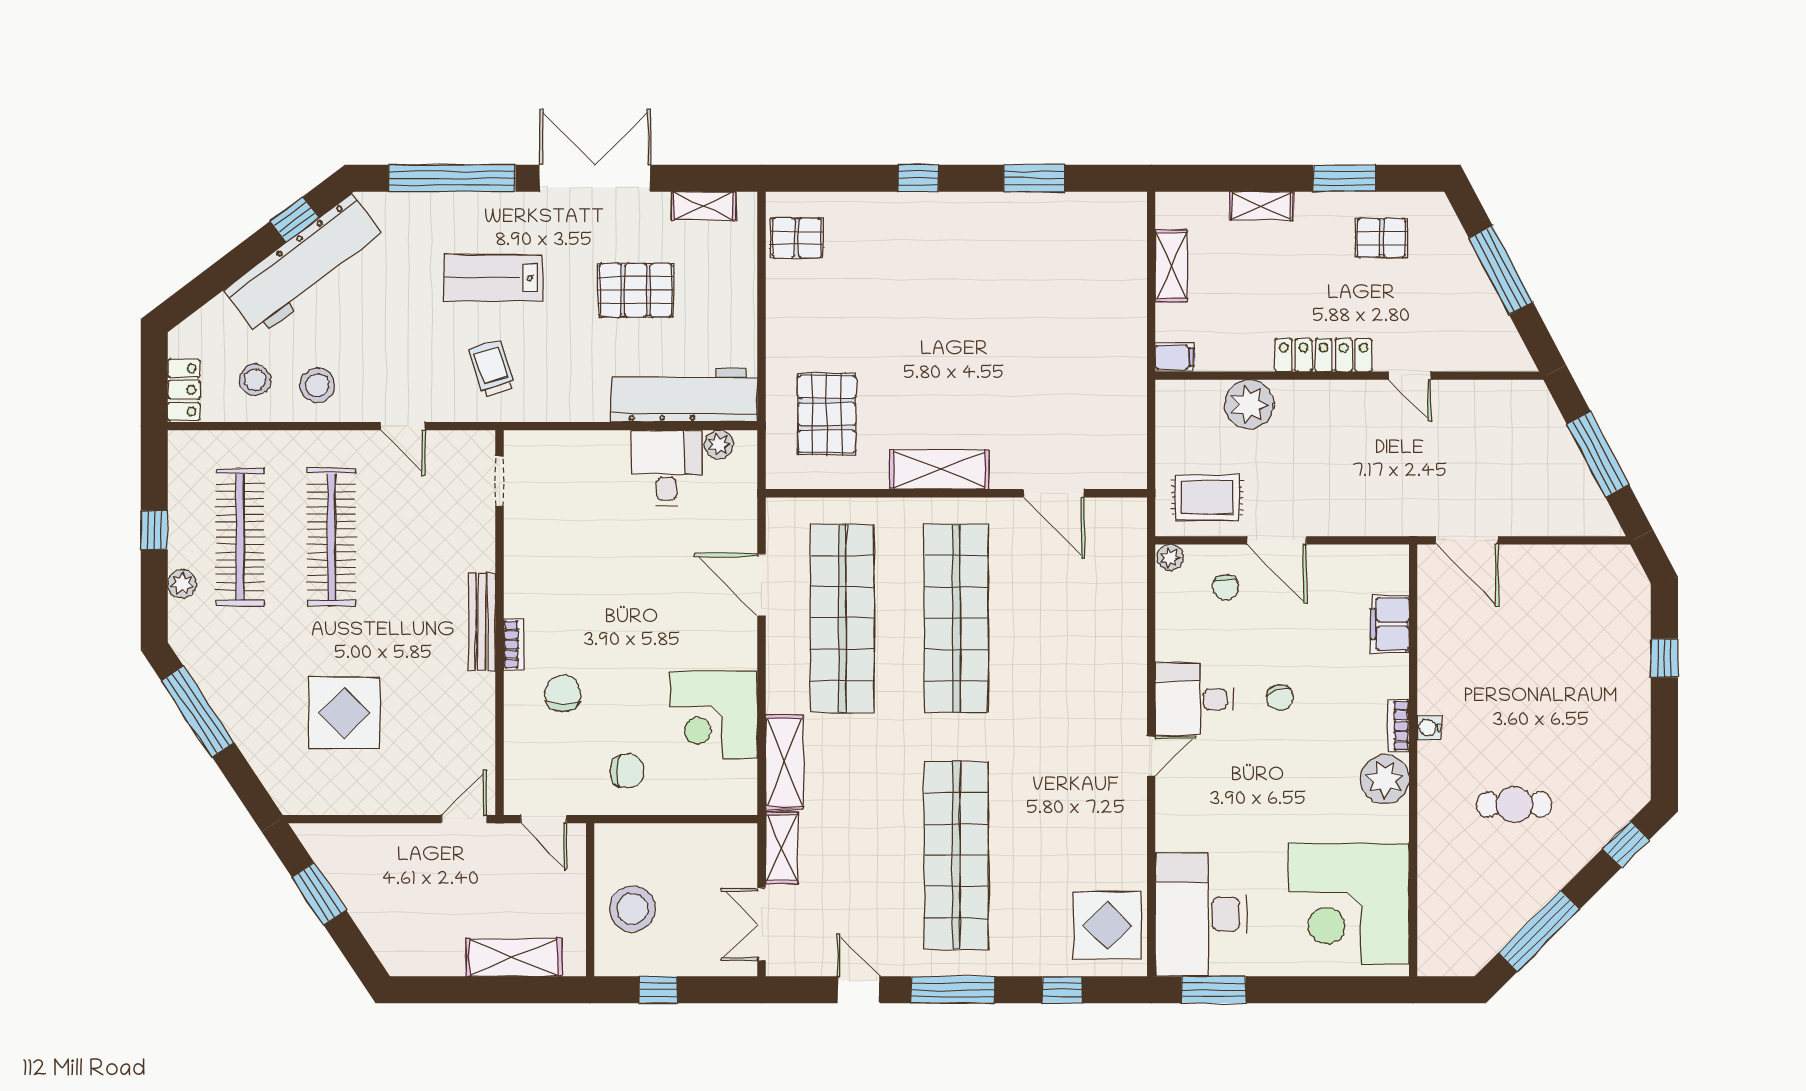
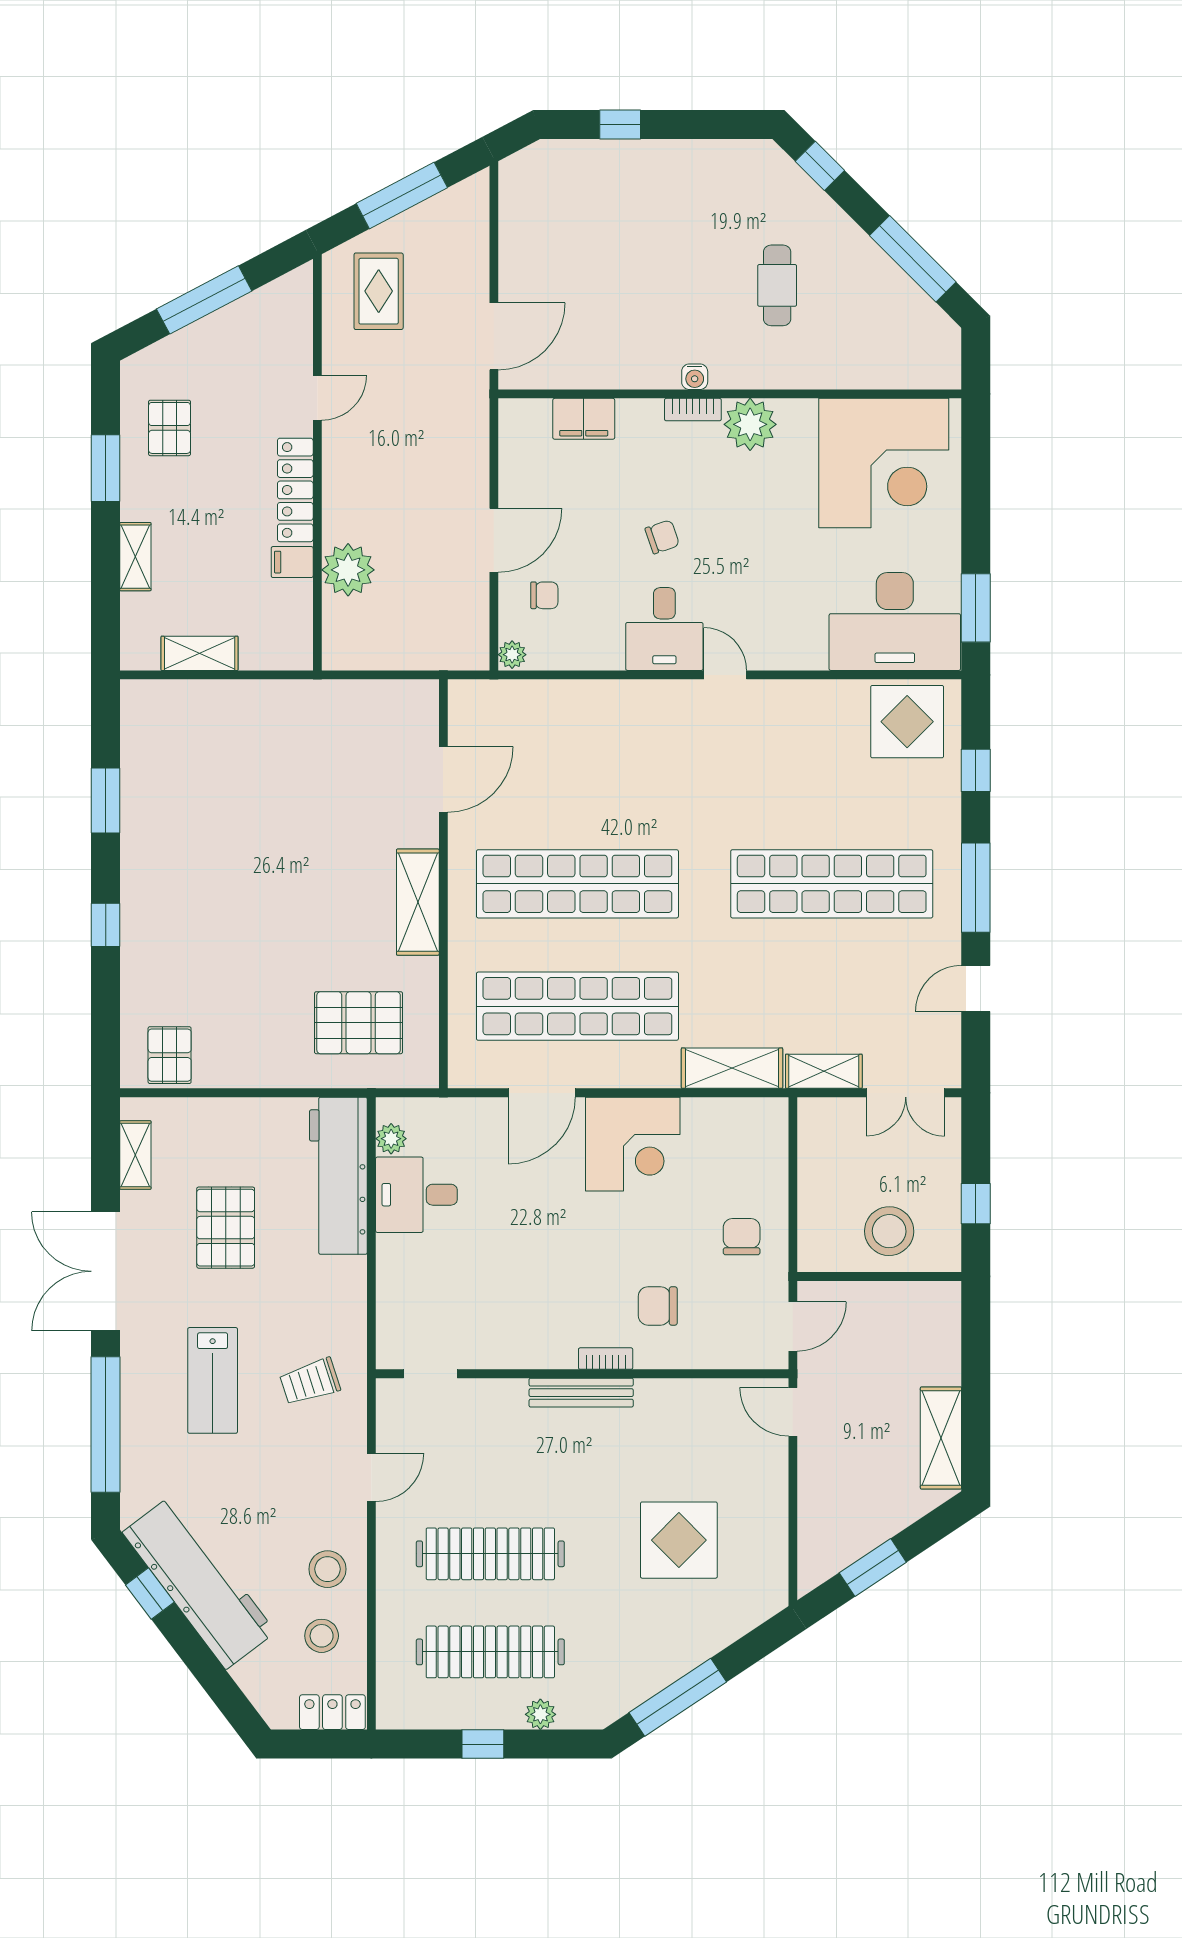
filing cabinet: (1175, 357) -> (292, 562), moved, turned -90
rug: (1207, 498) -> (379, 291), moved
corner desk: (714, 715) -> (633, 1144), moved
shelving: (514, 957) -> (941, 1438), moved

